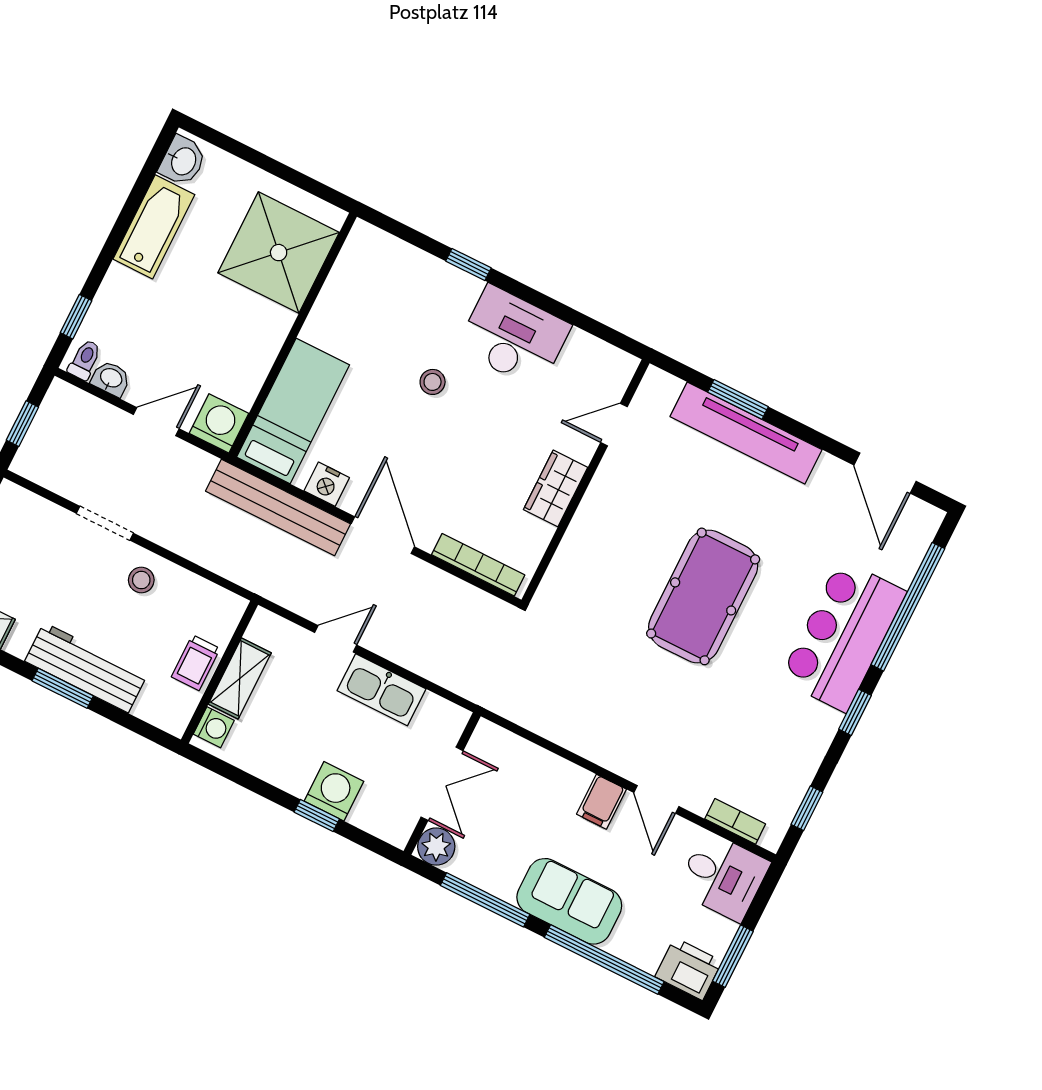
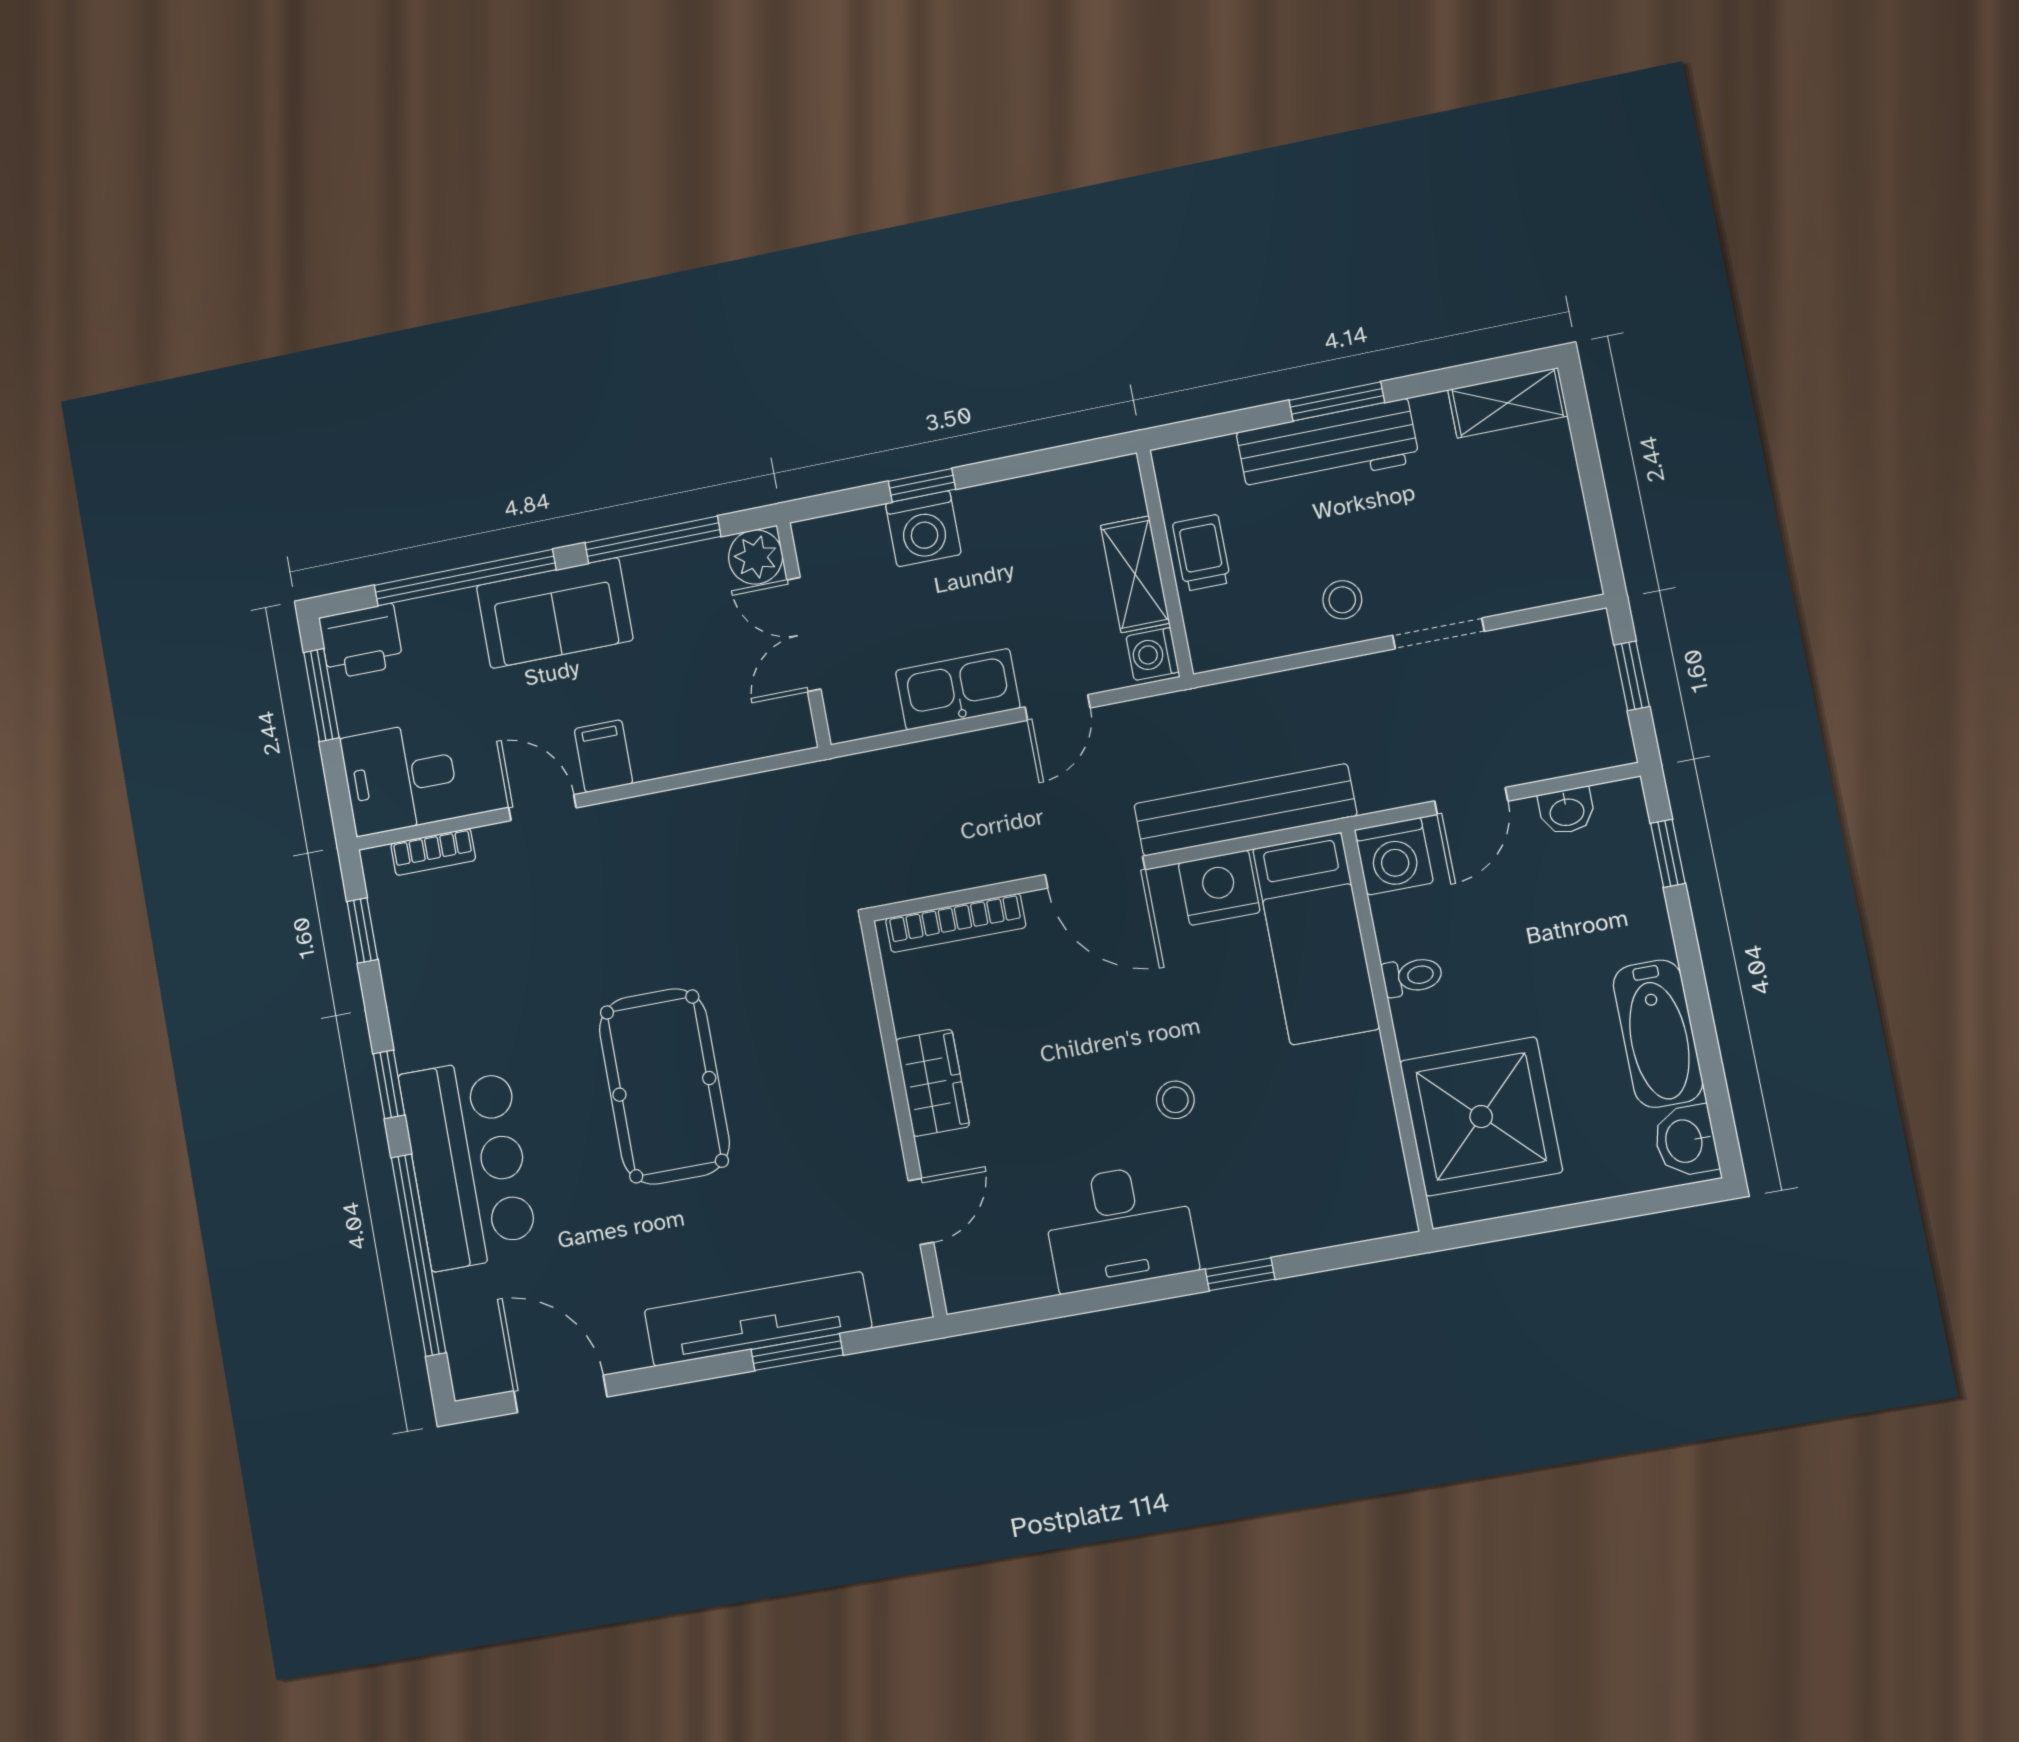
toilet: (85, 360) -> (1412, 976), moved, turned -90
nightstand: (327, 484) -> (1219, 888), width x1.36, depth x1.33
washing machine: (214, 727) -> (1153, 654), moved

